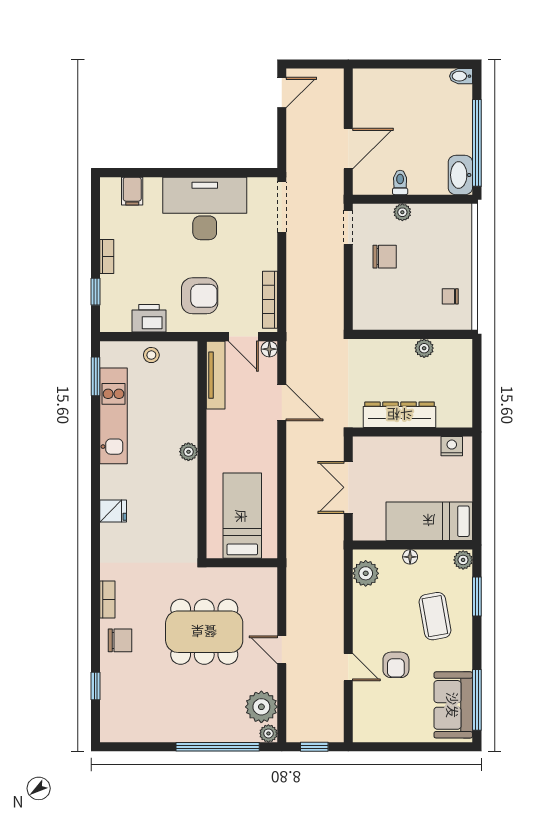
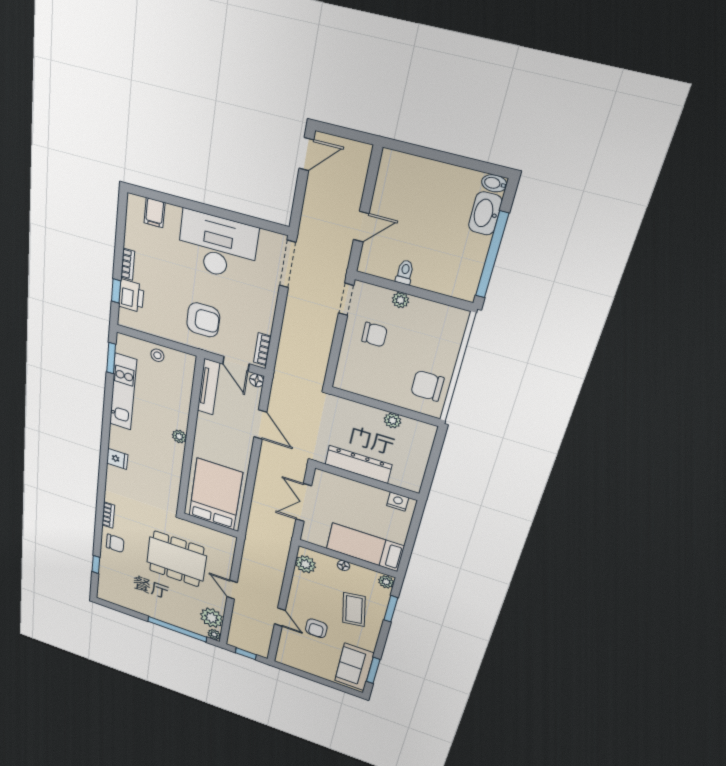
door: (348, 149) -> (361, 227), width x0.73
washbasin: (460, 175) -> (485, 213), moved
chair: (450, 296) -> (427, 386), width x1.87, depth x1.87
bookcase: (270, 300) -> (262, 349), width x0.64
printer: (149, 318) -> (131, 296), moved, turned 90
bed: (242, 516) -> (216, 494), width x1.50
window: (477, 700) -> (373, 670), width x0.69

